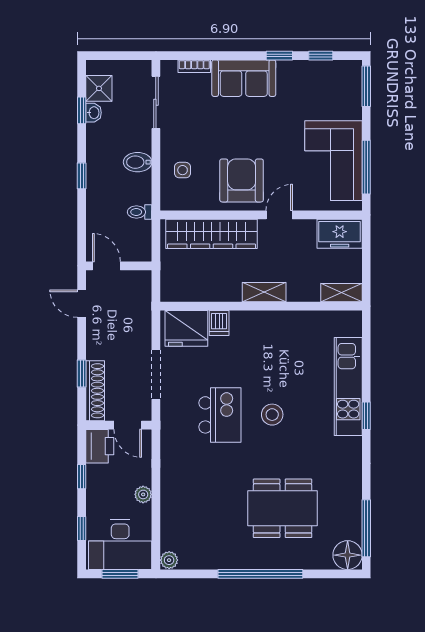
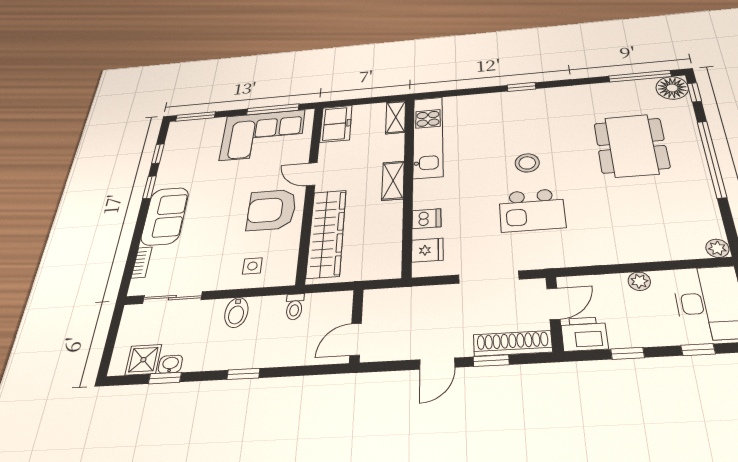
door: (82, 304) -> (437, 364), moved
fridge: (186, 328) -> (427, 250), width x0.53, depth x0.75
kitchen unit: (348, 386) -> (428, 137), moved, turned -90
kitchen island: (220, 415) -> (532, 210), turned 180
window: (340, 574) -> (694, 92), added

